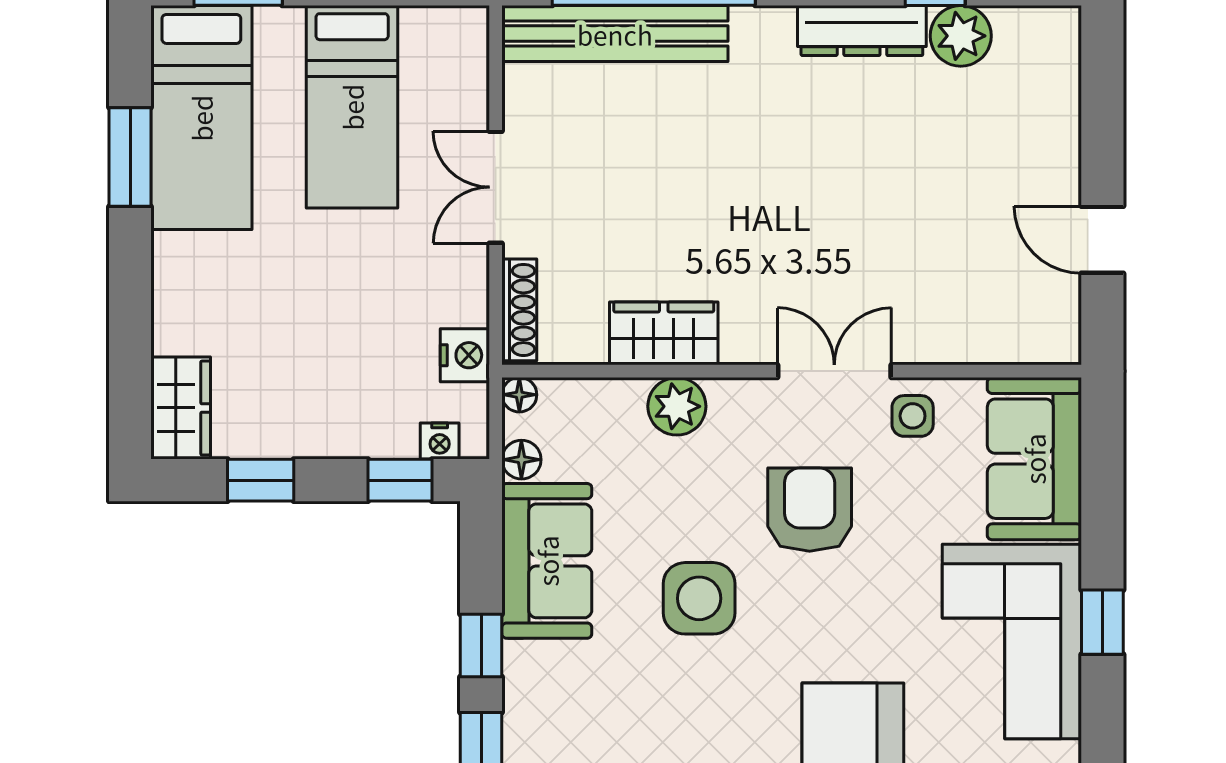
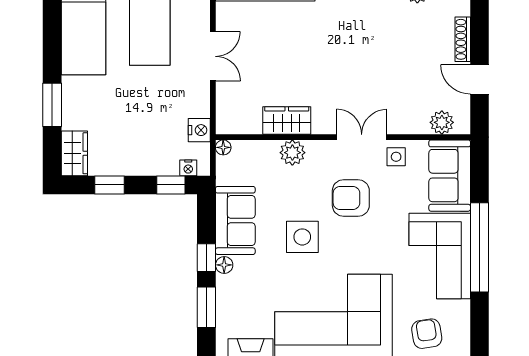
window: (130, 157) -> (52, 105), moved
double door: (496, 187) -> (213, 56), swing flipped
shoe rack: (519, 310) -> (463, 39), moved, turned 180
plant: (1017, 338) -> (442, 122), added
floor lamp: (521, 460) -> (224, 265), moved
armchair: (810, 510) -> (351, 198), turned -90
window: (1102, 622) -> (480, 247), width x3.17

